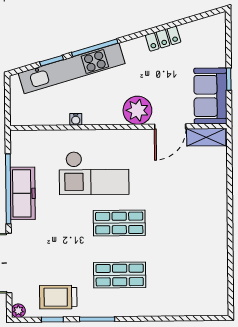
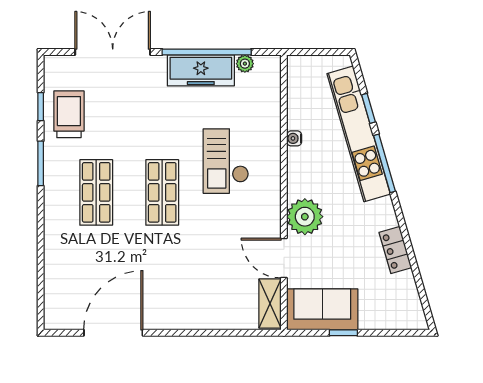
checkout: (94, 173) -> (226, 161), width x0.73, depth x0.83
door: (230, 261) -> (113, 333), added
plant: (18, 311) -> (245, 64), moved

